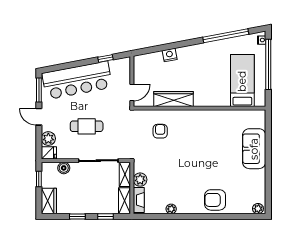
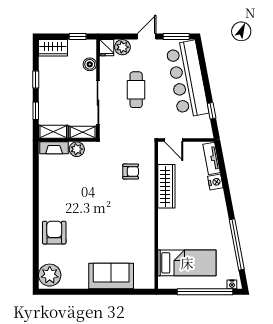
tv unit: (148, 58) -> (212, 158), added
plant: (171, 209) -> (44, 184), removed
plant: (258, 209) -> (50, 275), width x1.88, depth x1.88

